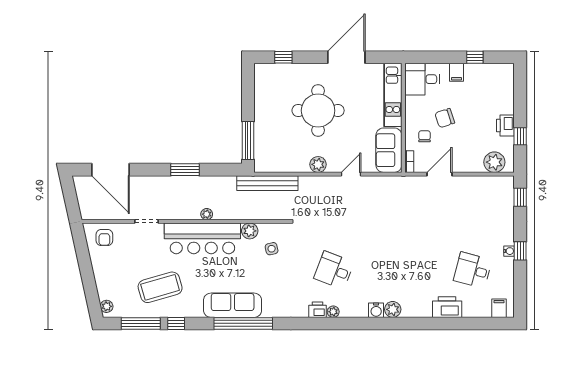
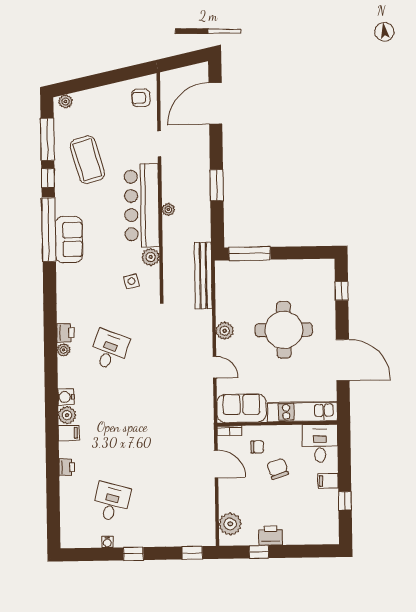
water cooler: (509, 251) -> (107, 542), moved
sofa: (233, 305) -> (69, 240), width x0.73
printer: (447, 307) -> (67, 467), width x0.53, depth x0.68
filing cabinet: (499, 308) -> (69, 433), moved
window: (243, 323) -> (49, 229), moved

